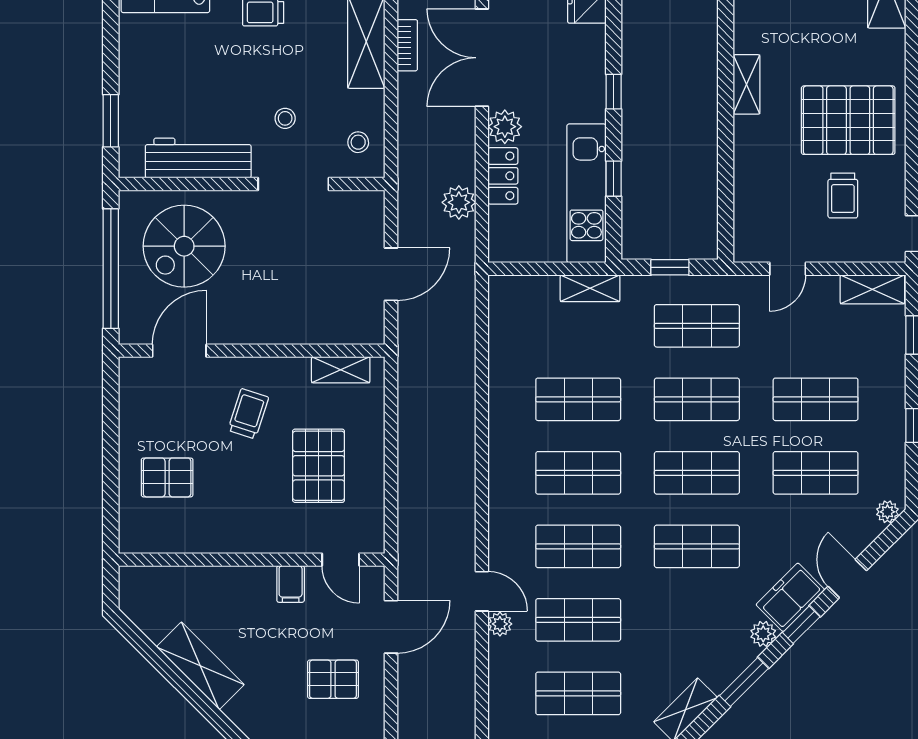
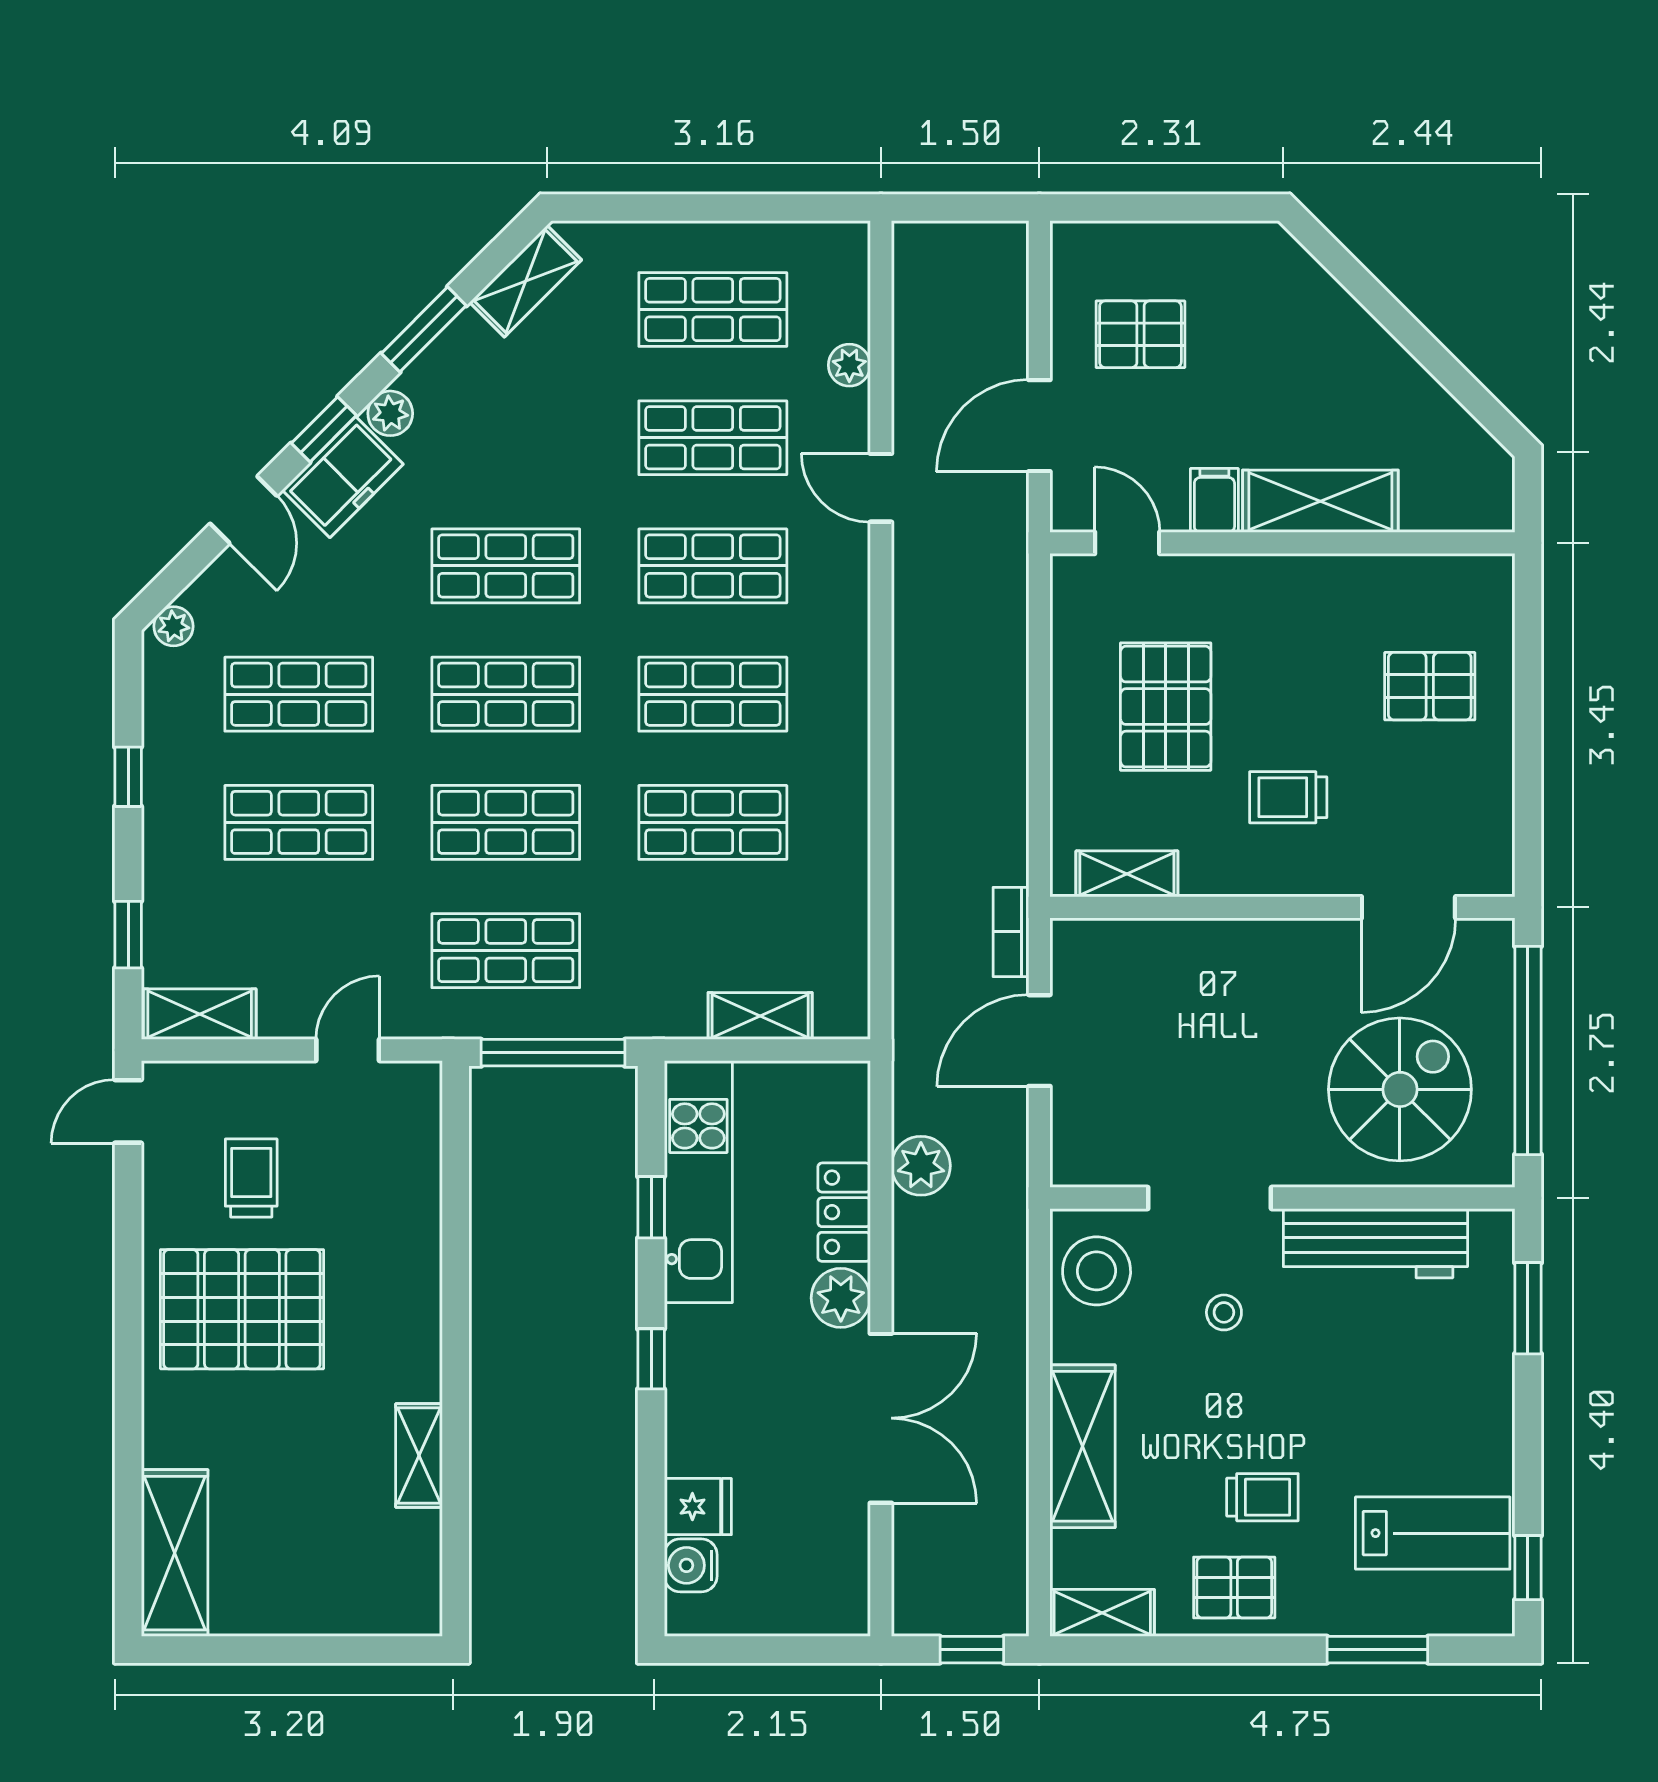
bookcase: (407, 45) -> (1011, 932), moved
shelving: (747, 84) -> (419, 1456), moved
stool: (358, 142) -> (1097, 1271), width x1.89, depth x1.89
window: (670, 267) -> (553, 1053), width x2.17
shelving: (590, 288) -> (760, 1016), moved
trolley: (248, 414) -> (1288, 797), turned 72
plant: (500, 624) -> (849, 365), moved
shelving: (200, 666) -> (1320, 501), moved, turned -45

